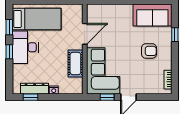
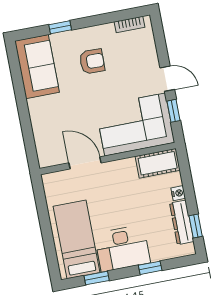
armchair: (149, 51) -> (92, 61), turned 91
window: (9, 52) -> (150, 268), moved
cot: (75, 64) -> (158, 163), moved

